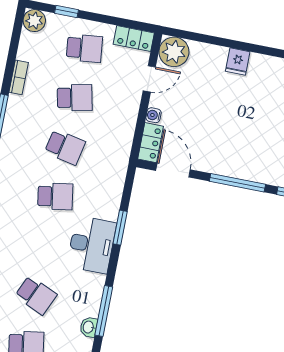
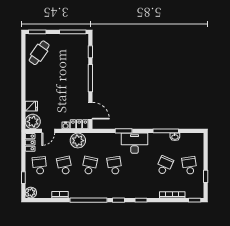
fridge: (238, 62) -> (31, 106), moved
door: (149, 79) -> (48, 131), swing flipped
plant: (119, 134) -> (78, 141), added
door: (173, 170) -> (90, 111), swing flipped

